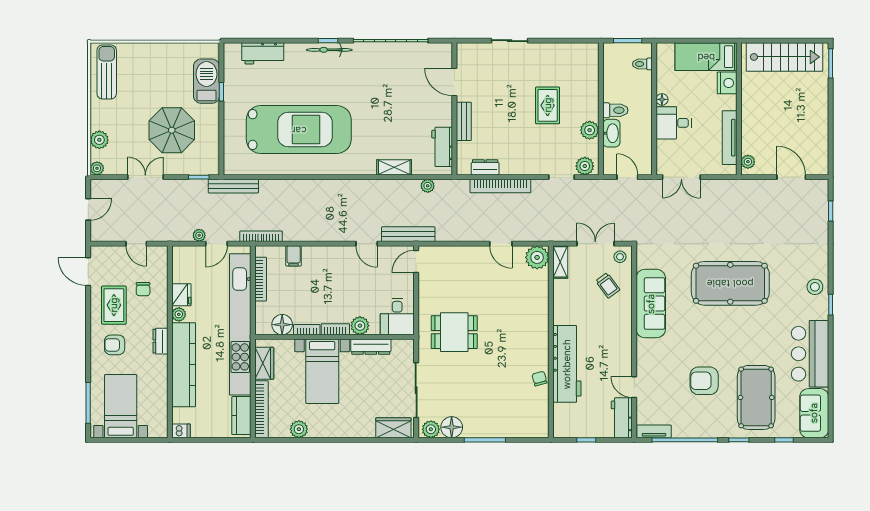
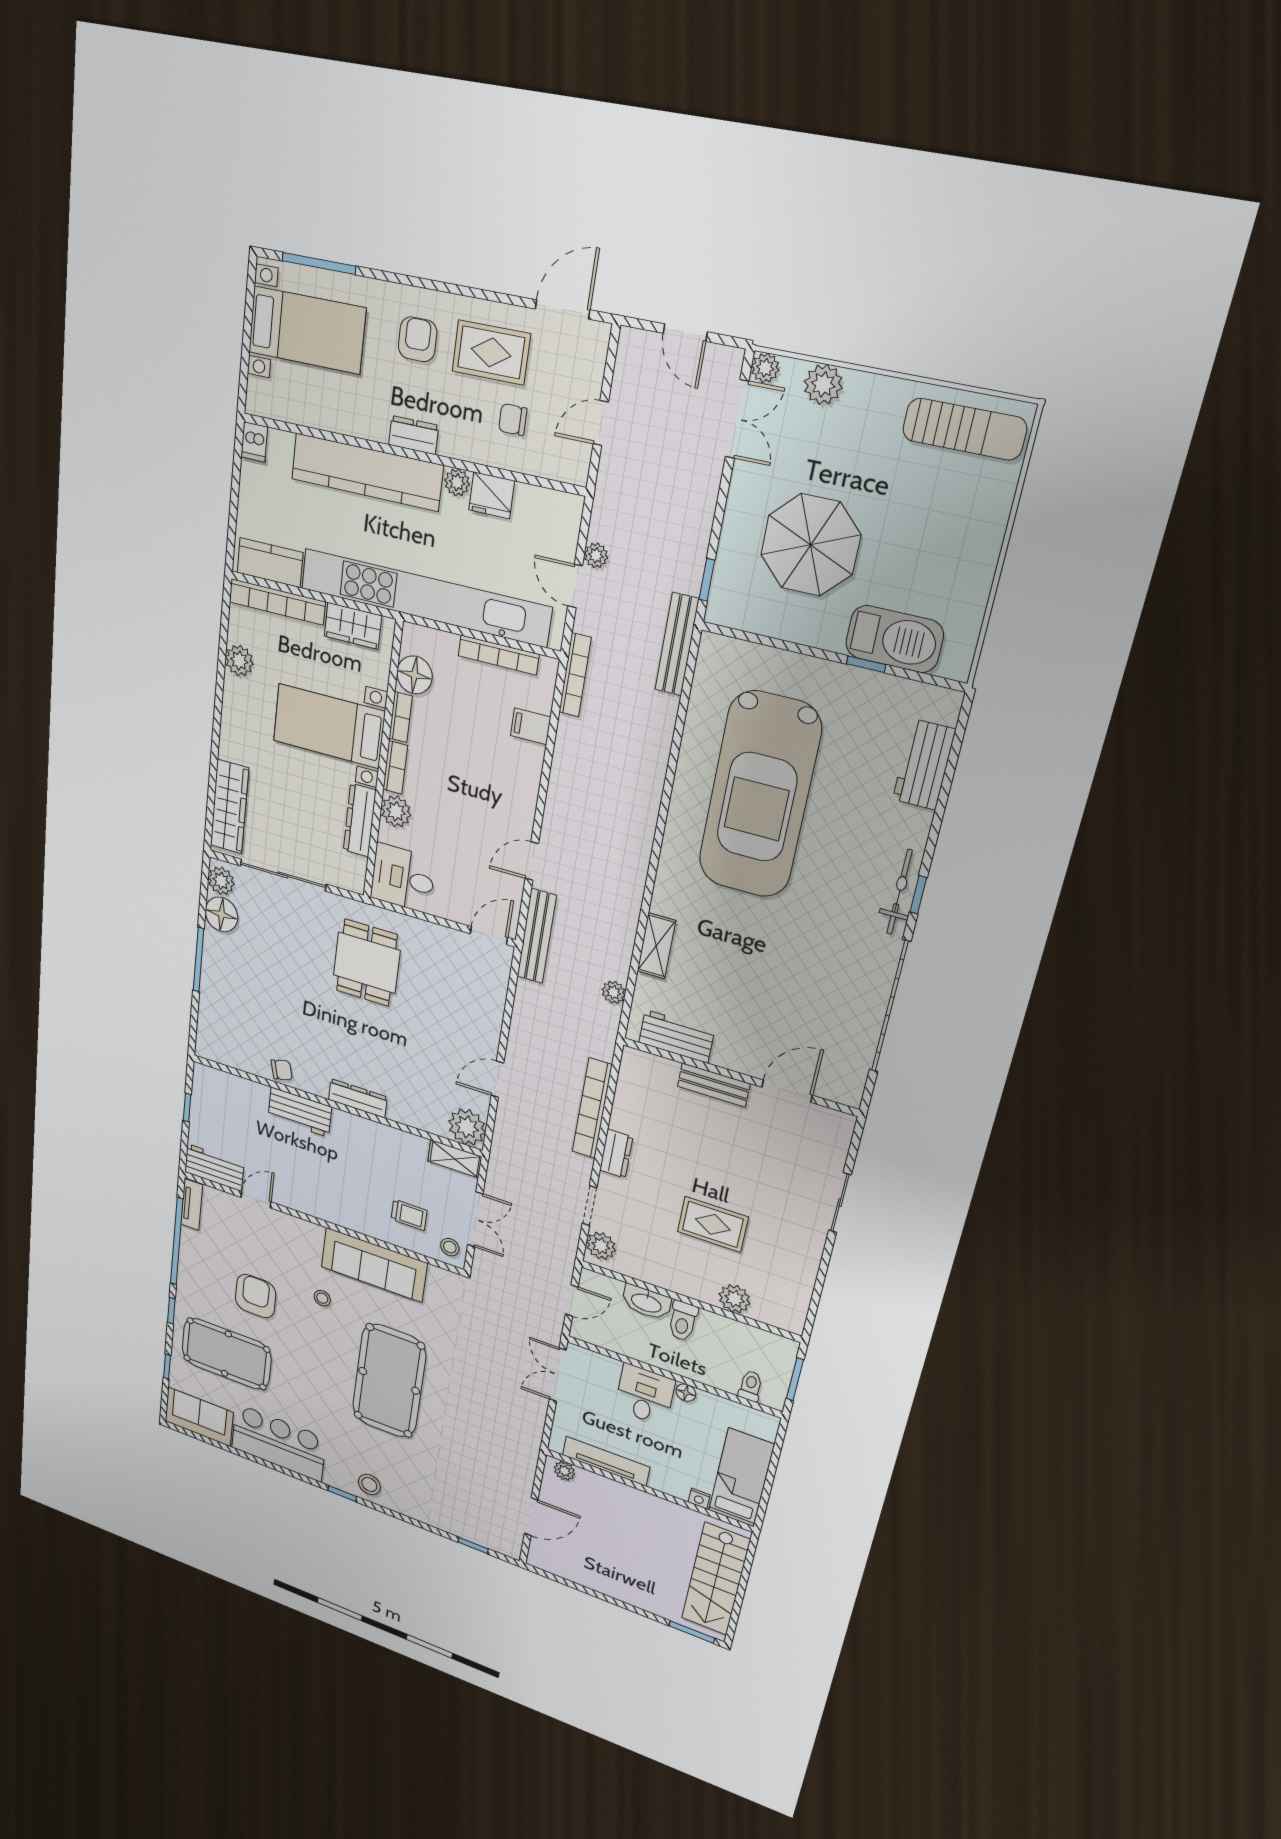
nightstand: (727, 83) -> (699, 1499), width x0.53, depth x0.56
plant: (590, 130) -> (735, 1299), moved
dresser: (485, 167) -> (616, 1154), moved
double door: (145, 177) -> (737, 419), moved
door: (416, 261) -> (489, 936), hinge flipped
trolley: (608, 285) -> (409, 1215), turned -144
dresser: (542, 328) -> (358, 1098), added
stool: (688, 335) -> (322, 1298), added
workbench: (567, 364) -> (300, 1112), width x0.53, depth x0.76
wardrobe: (393, 428) -> (229, 807), width x1.50

